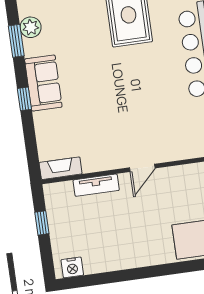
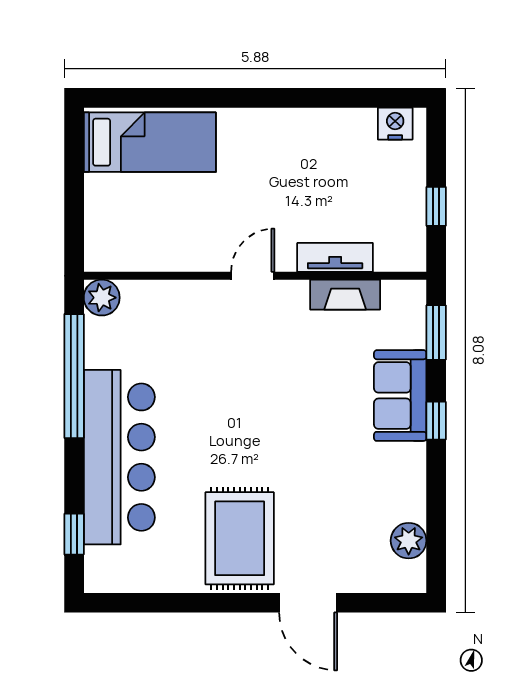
window: (16, 41) -> (436, 332), moved
sofa: (43, 83) -> (400, 396), moved
fireplace: (61, 168) -> (345, 295), moved

